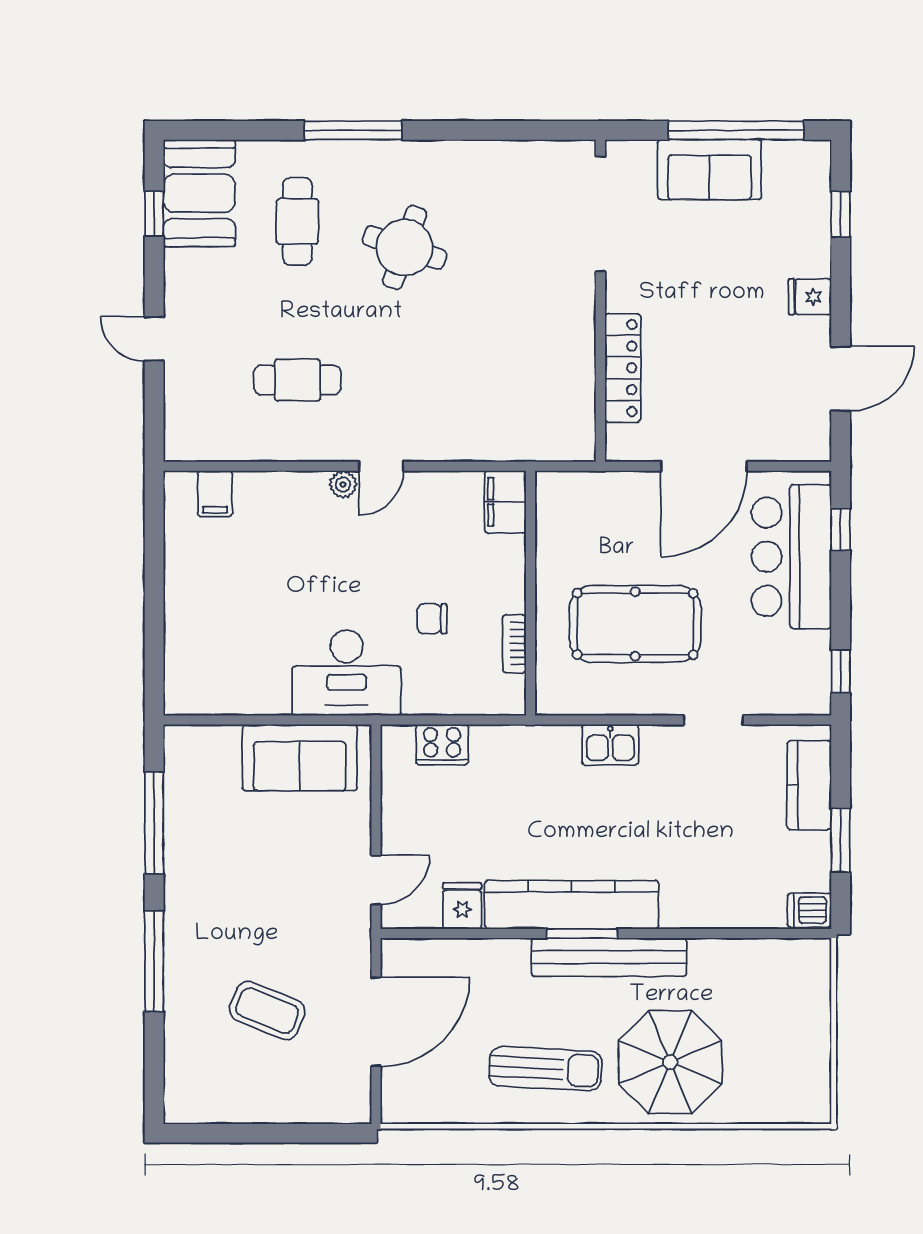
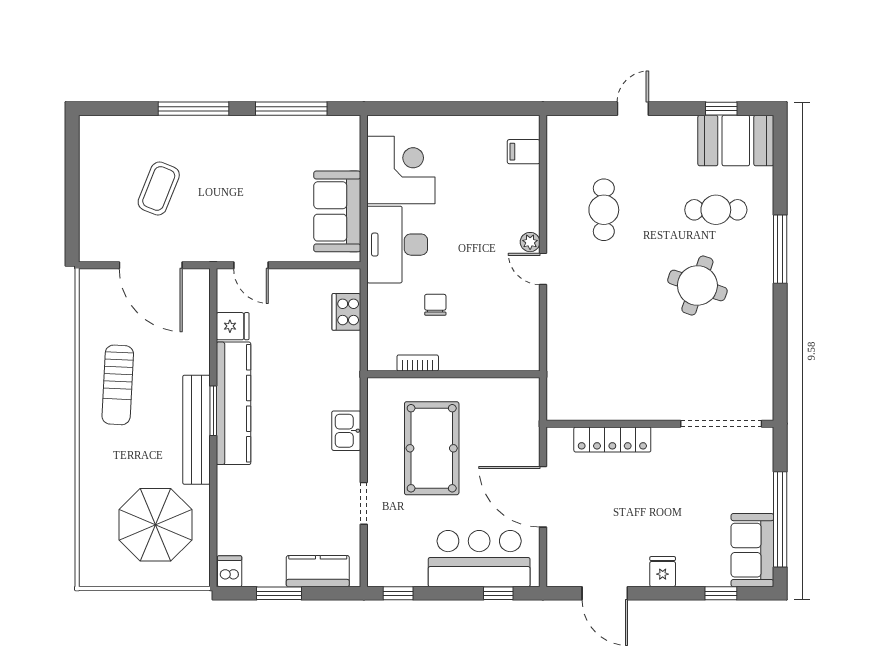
sofa: (710, 170) -> (752, 550), moved
filing cabinet: (505, 502) -> (518, 357), removed
corner desk: (241, 668) -> (401, 170), added
parasol: (670, 1062) -> (155, 525), moved

